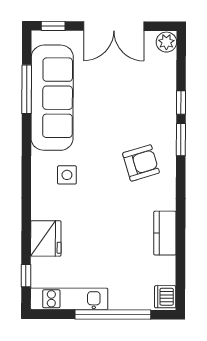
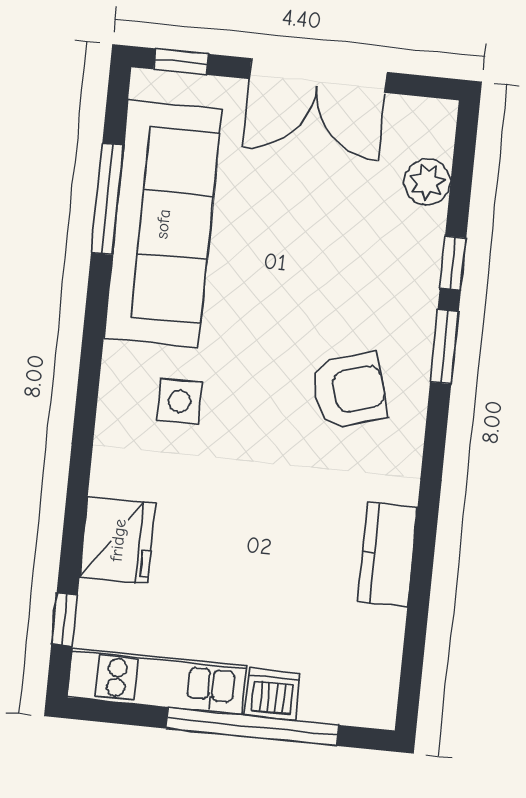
plant: (166, 42) -> (427, 182), moved
dishwasher: (165, 297) -> (272, 694), moved, turned 90

